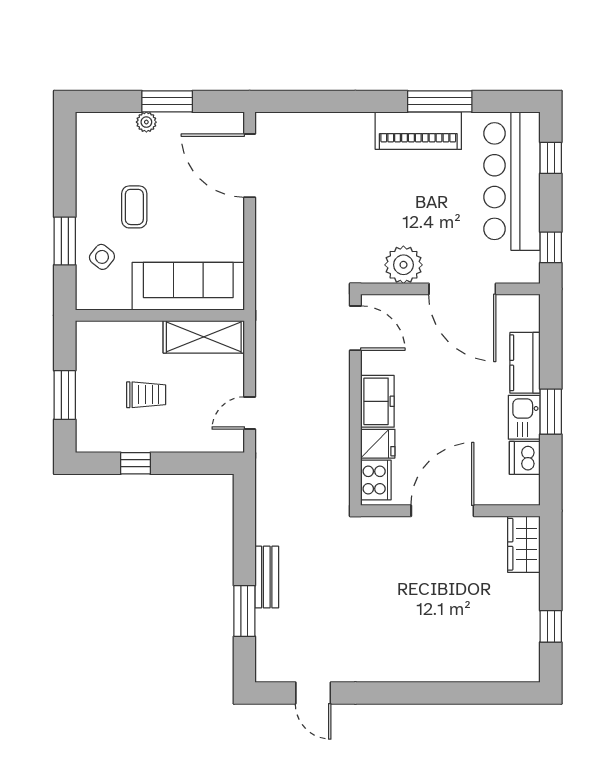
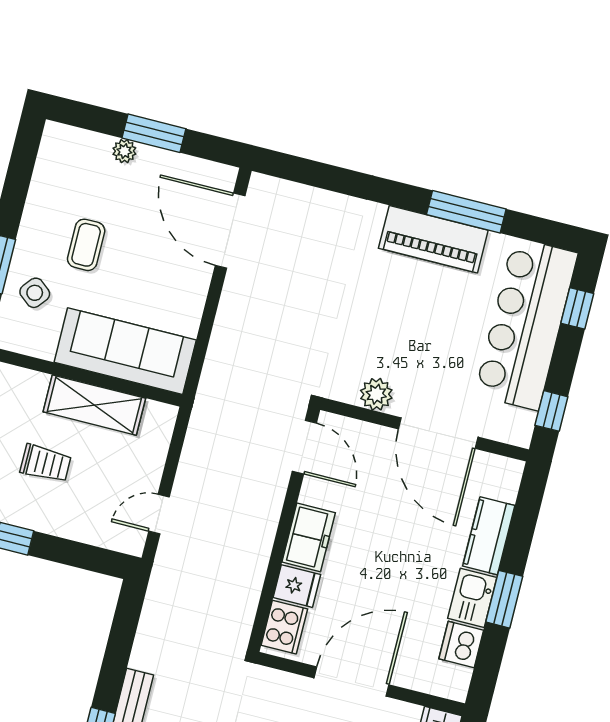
plant: (403, 265) -> (376, 394), width x0.73, depth x0.73
shelving: (204, 337) -> (94, 405), moved

